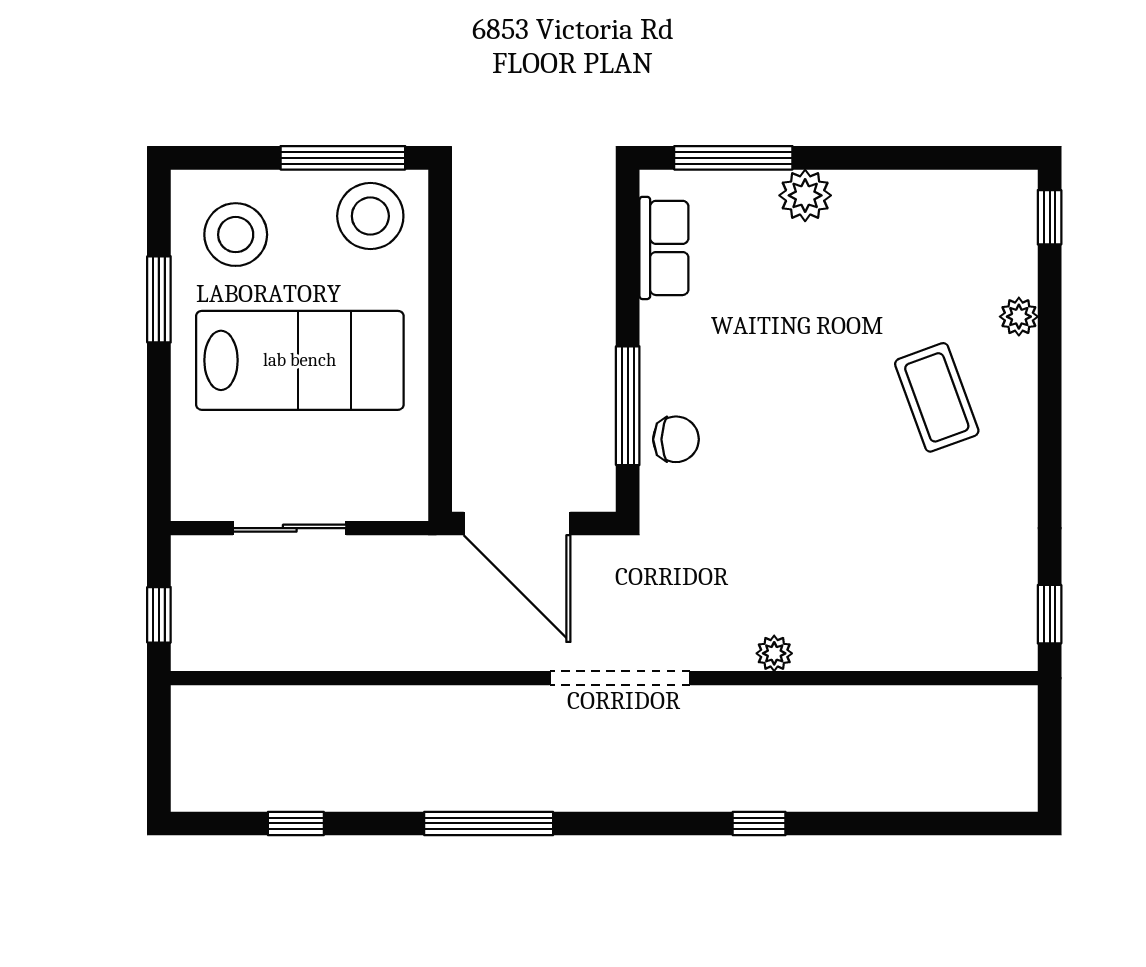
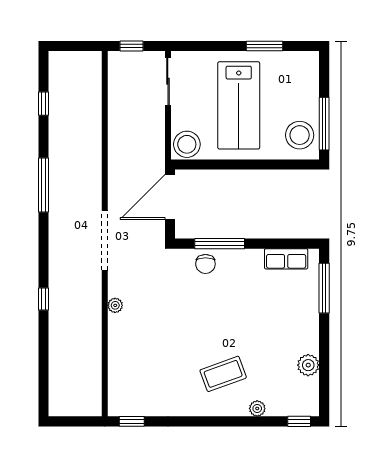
plant: (805, 195) -> (308, 365), moved
stool: (236, 235) -> (187, 144), moved
sliding door: (290, 528) -> (168, 81), moved

